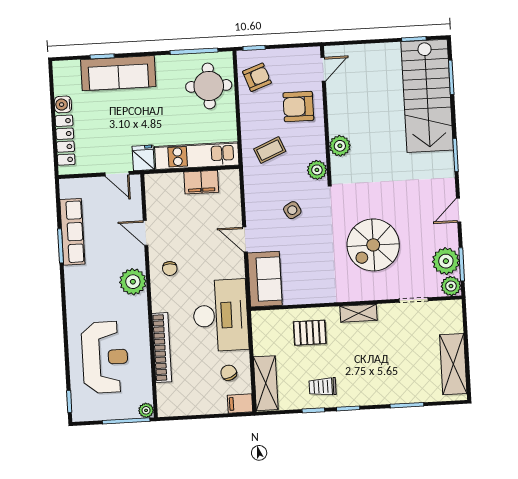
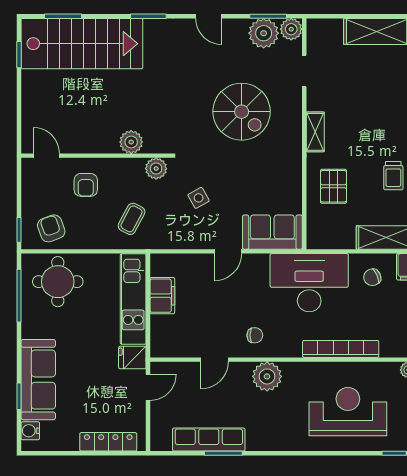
water cooler: (63, 104) -> (30, 431), moved, turned 90
armchair: (298, 107) -> (86, 185), width x0.72, depth x0.72
coffee table: (270, 150) -> (132, 219), turned 51

